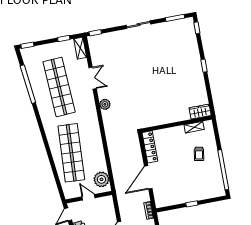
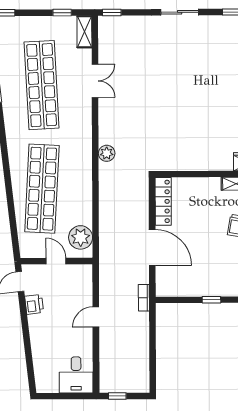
plant: (105, 104) -> (107, 153), moved
door: (148, 177) -> (152, 247), swing flipped

